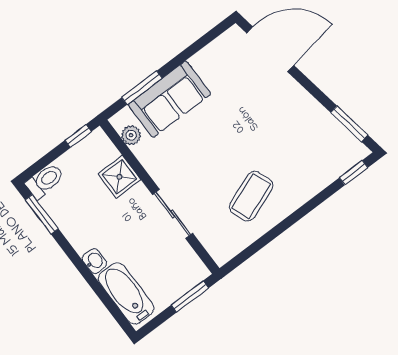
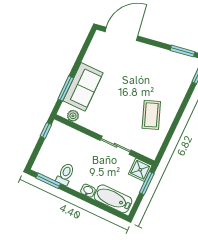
shower: (119, 177) -> (140, 170), moved
toilet: (45, 181) -> (65, 174), moved

